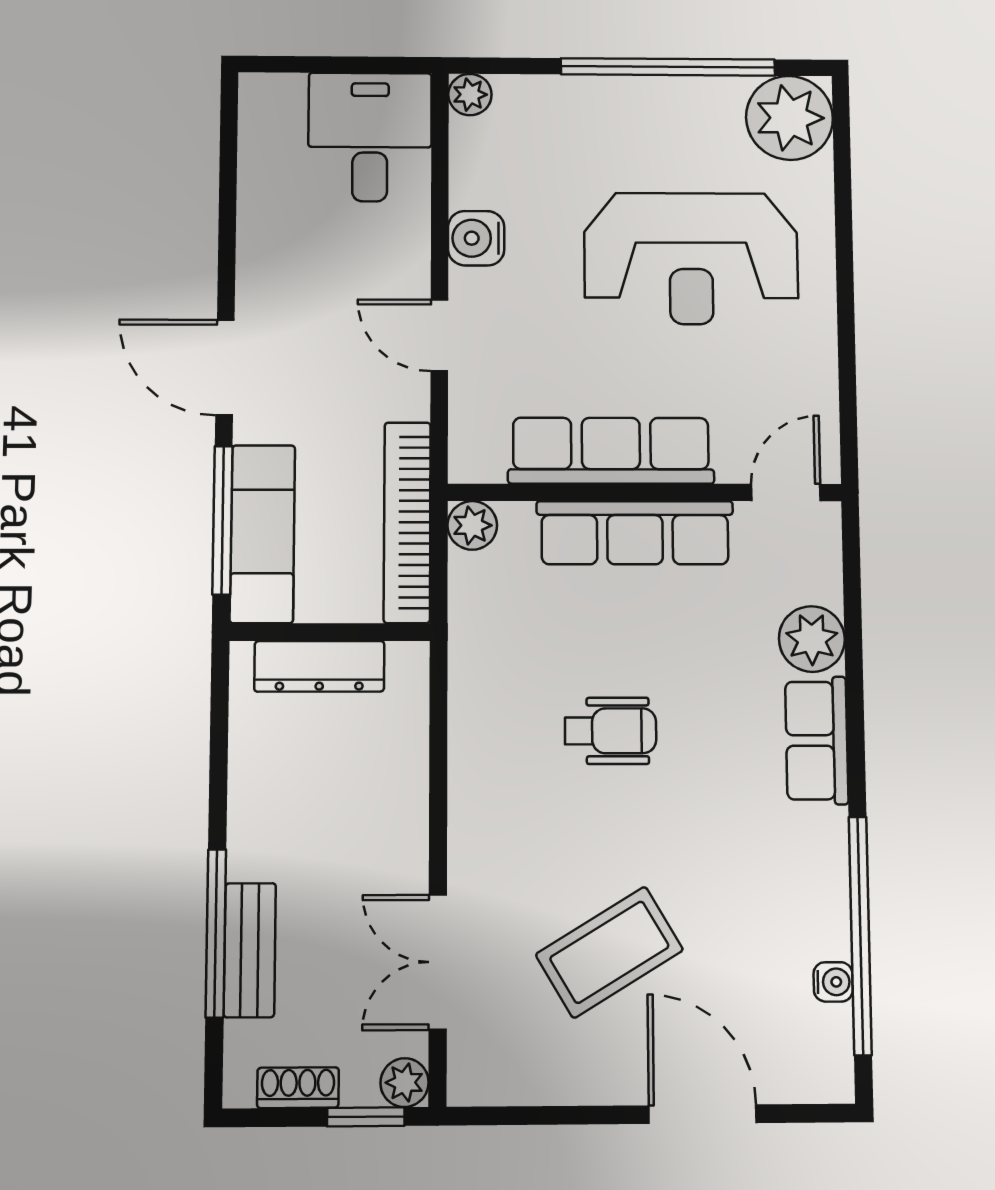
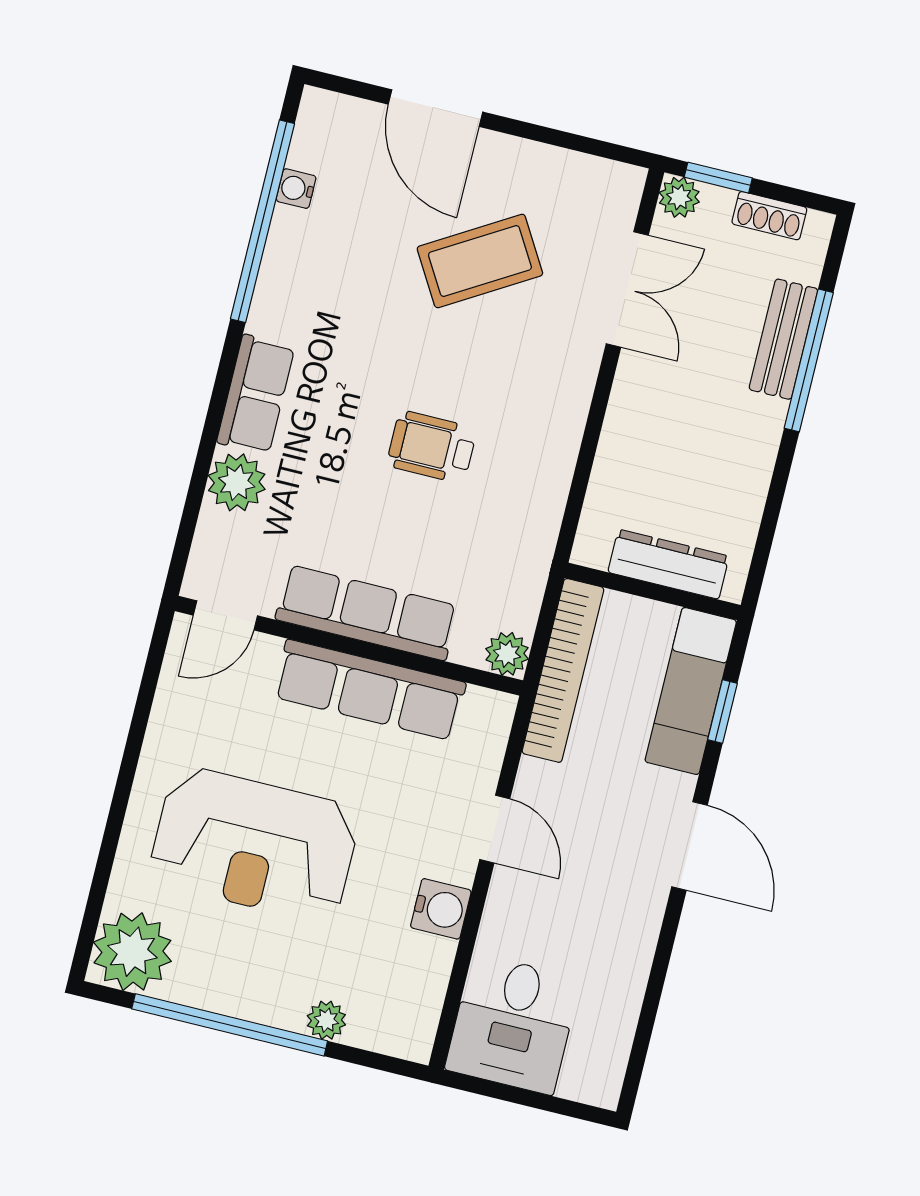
plant: (470, 95) -> (326, 1020), moved
reception desk: (691, 258) -> (254, 844), turned 180
window: (222, 520) -> (723, 712), width x0.46

